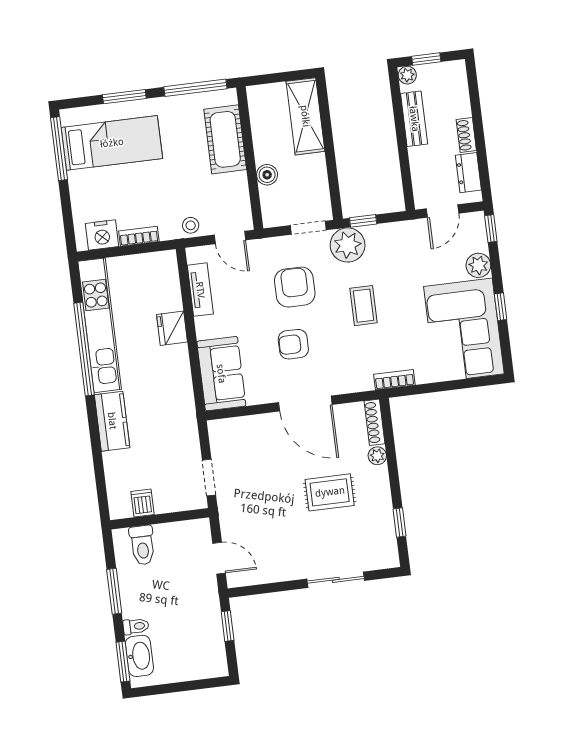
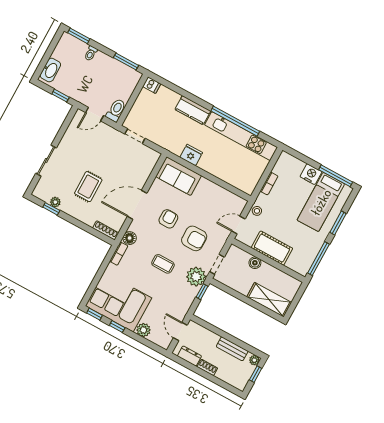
cot: (225, 139) -> (272, 248), moved
window: (491, 228) -> (94, 314), moved
nightstand: (102, 235) -> (311, 174), moved, turned 90
tv unit: (200, 290) -> (224, 194), removed
fridge: (172, 328) -> (191, 155), moved
floor lamp: (361, 380) -> (130, 238), added
plant: (377, 456) -> (55, 202), moved
dishwasher: (142, 503) -> (152, 85), moved
toilet: (142, 545) -> (116, 110), moved, turned 90
window: (114, 591) -> (126, 61), moved
washbasin: (139, 656) -> (50, 70), moved, turned -90

